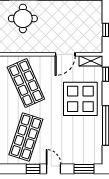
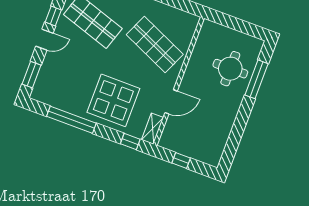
door: (65, 54) -> (171, 102), swing flipped
shop shelf: (26, 83) -> (155, 45), turned 48

